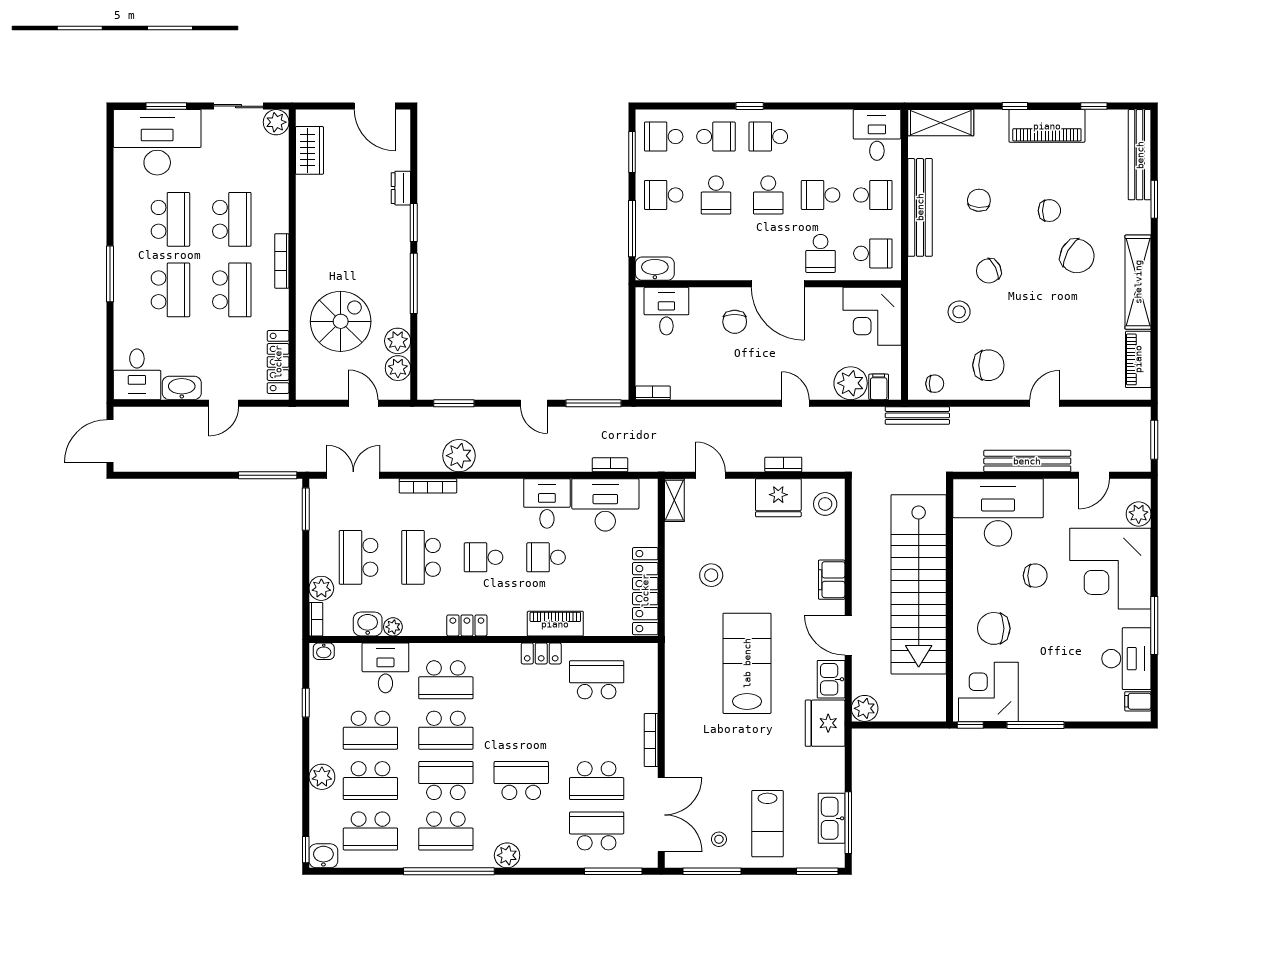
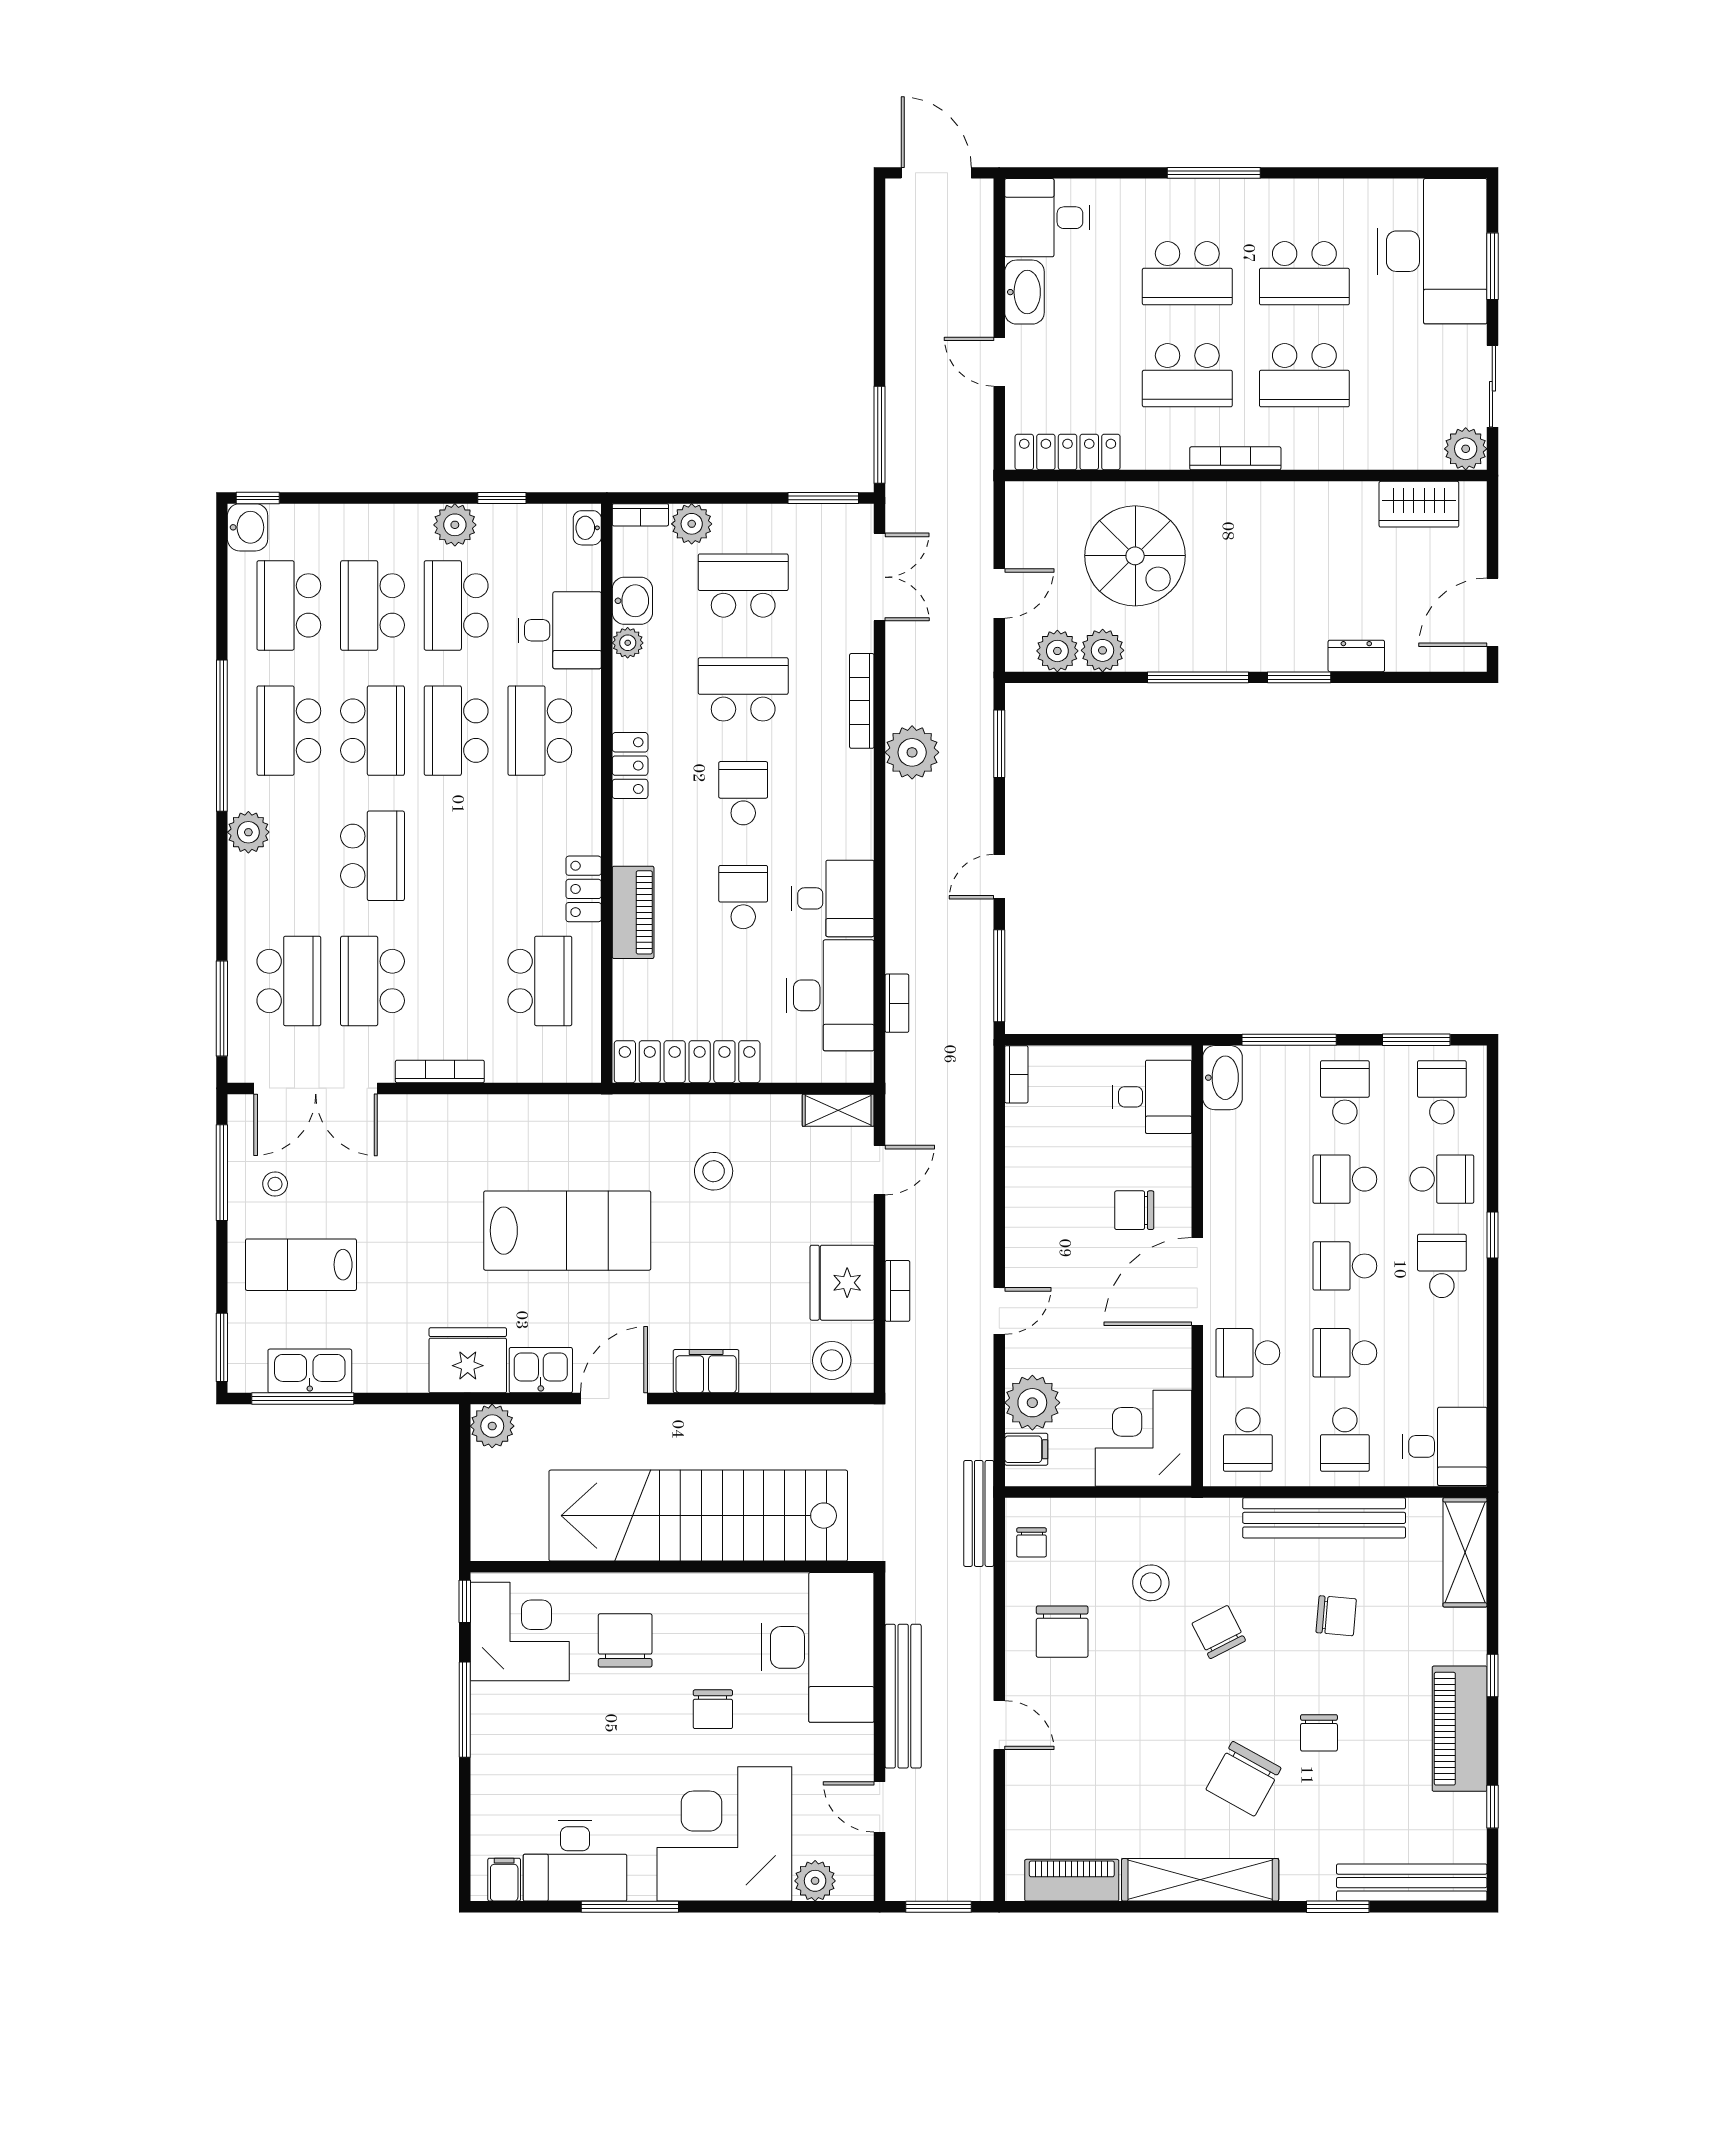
school desk: (716, 137) -> (1442, 1179), turned -90
school desk: (821, 195) -> (1345, 1353), turned -90
plant: (322, 777) -> (455, 525), moved

